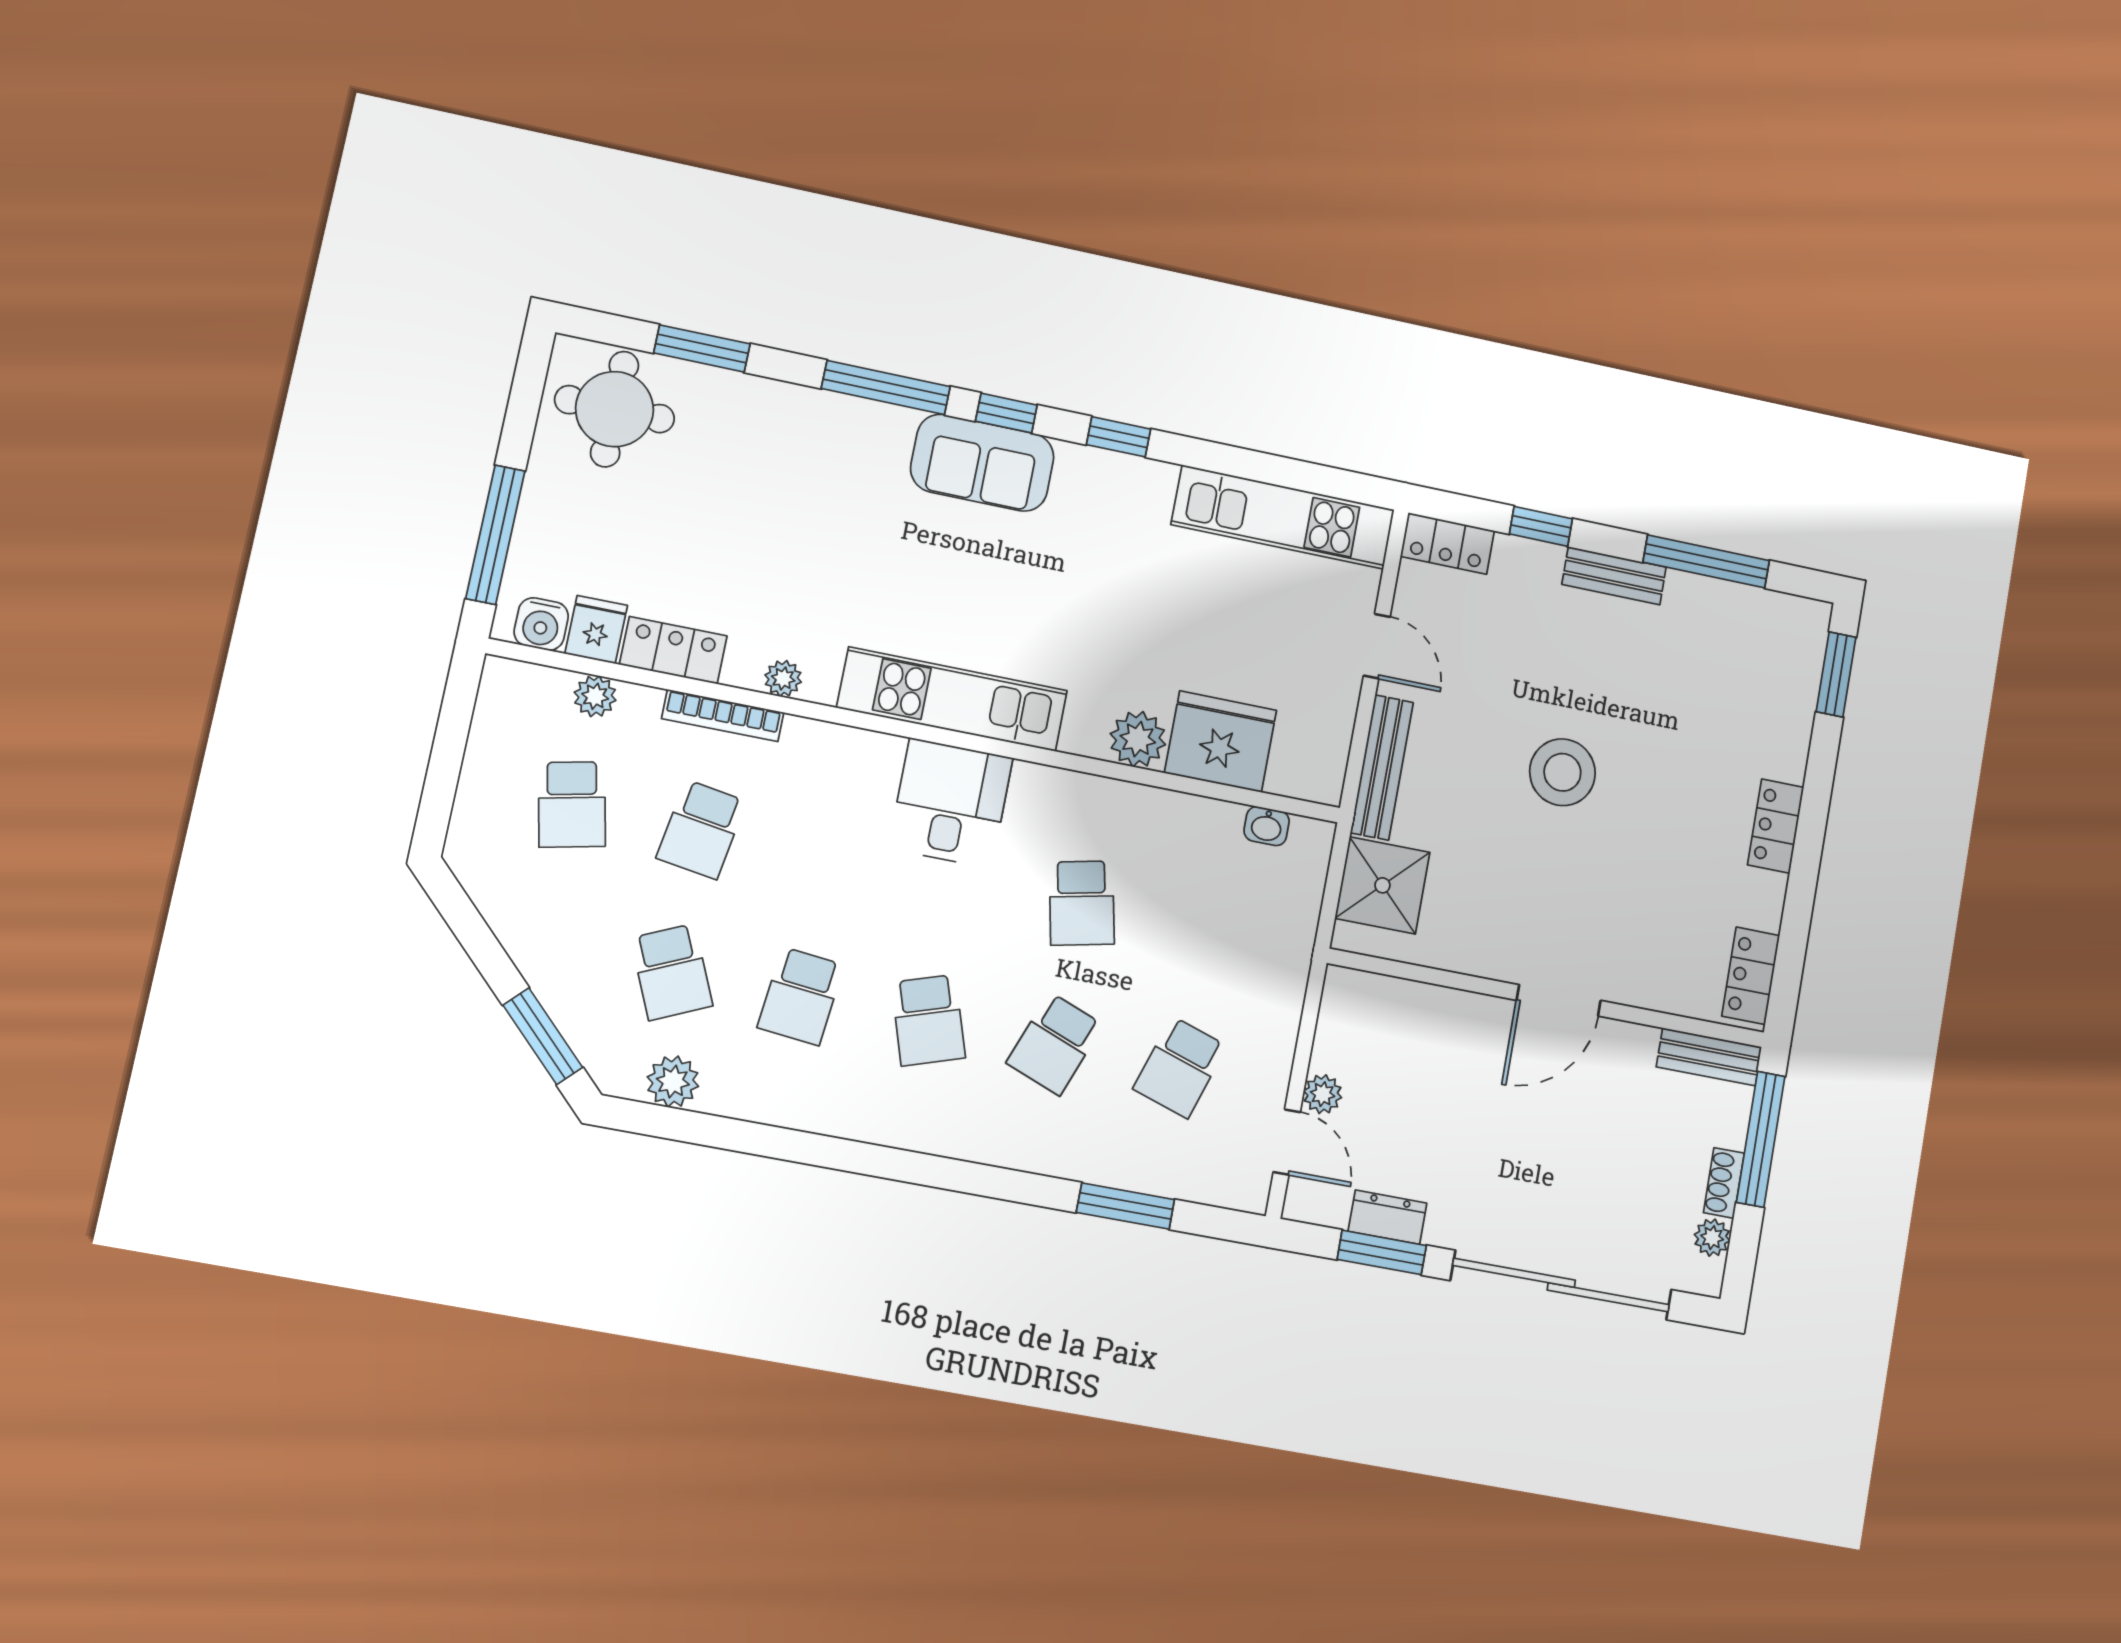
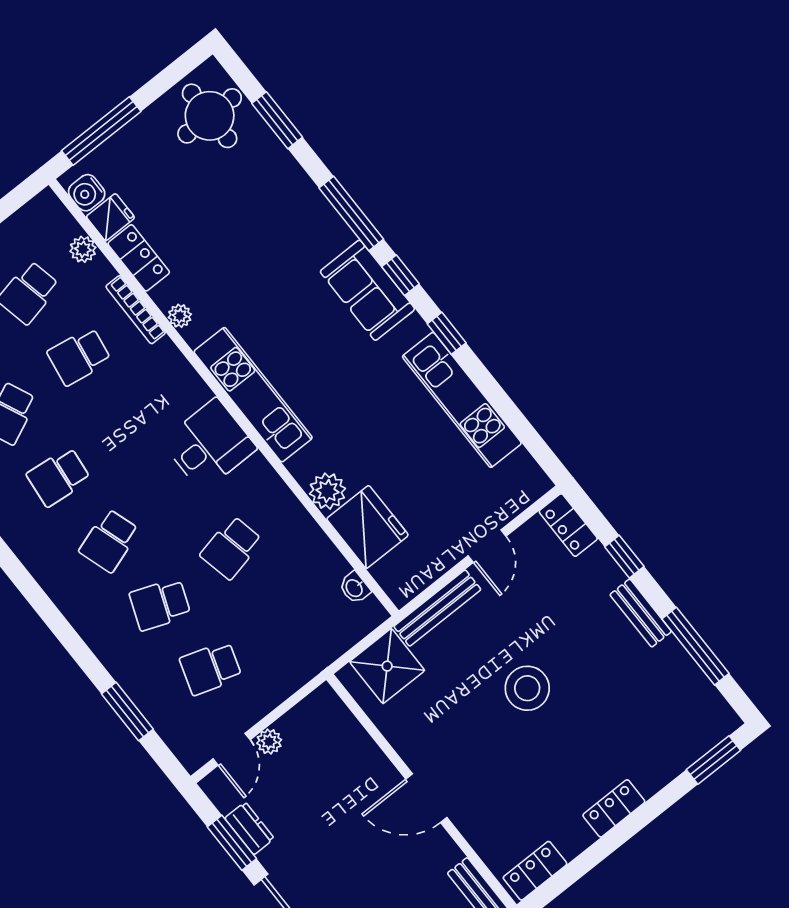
kitchen unit: (1283, 517) -> (462, 400), moved

